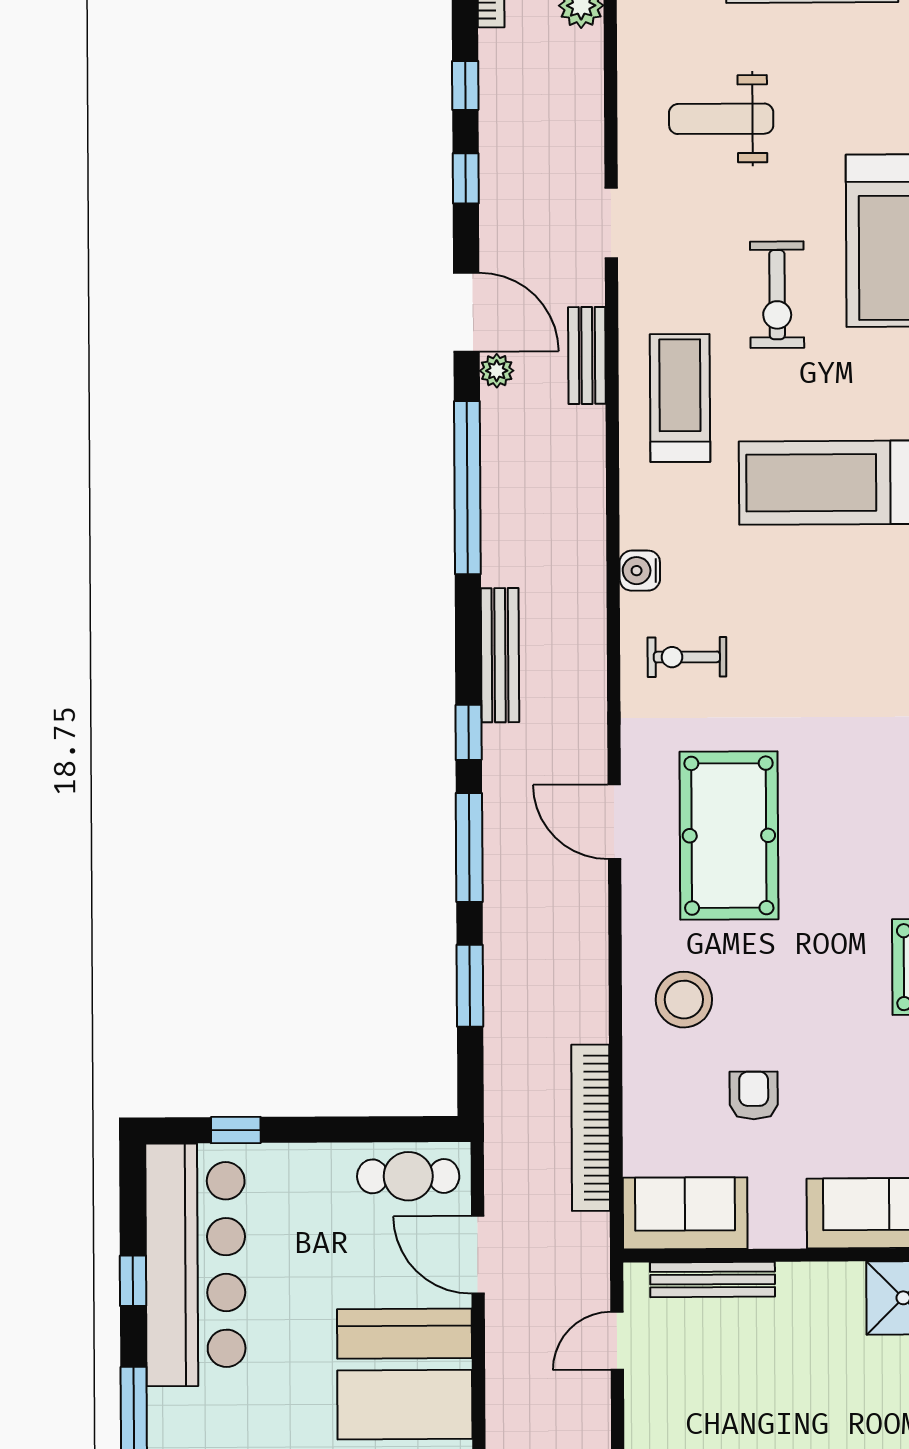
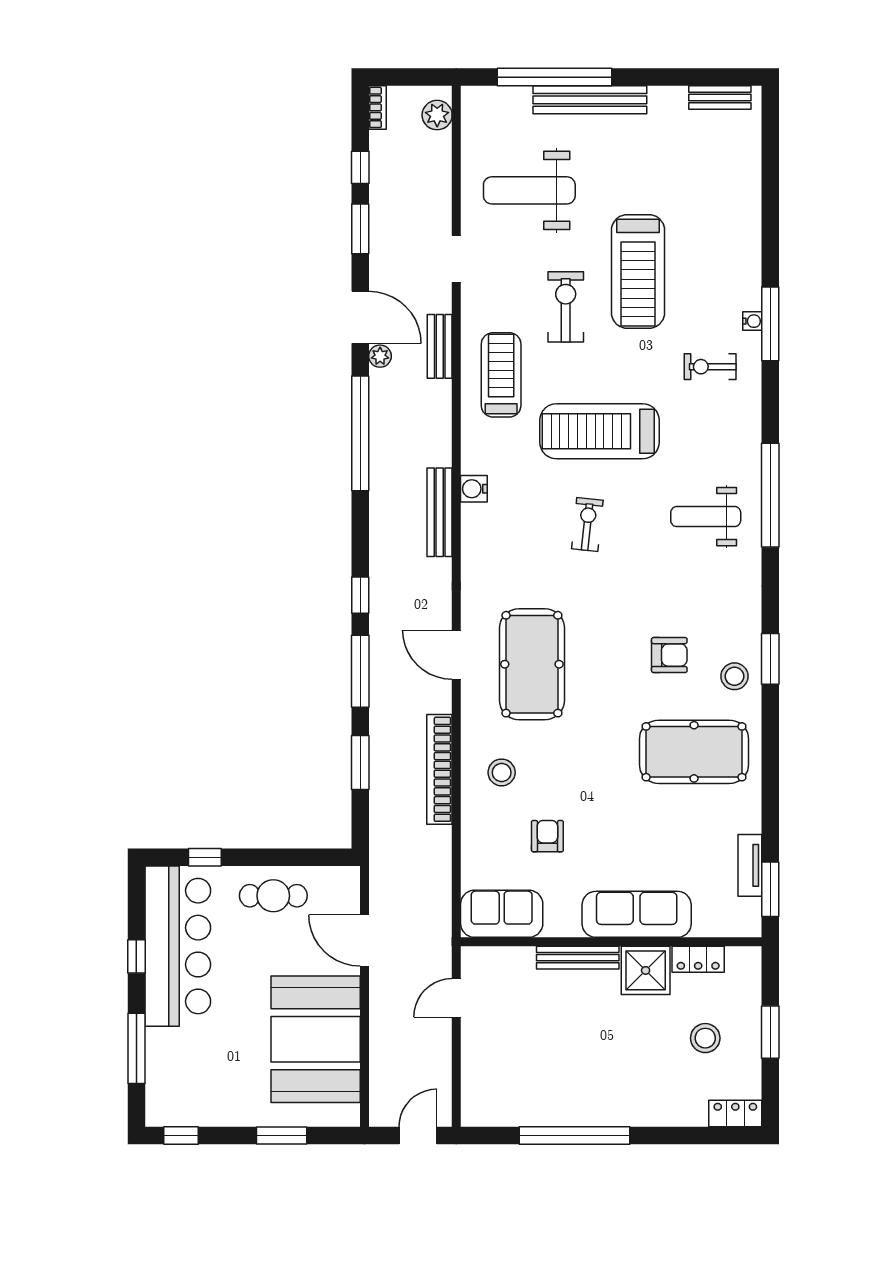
weight bench: (721, 119) -> (529, 190), width x1.36, depth x1.33
window: (466, 178) -> (360, 229), width x1.50
exercise bike: (777, 295) -> (566, 307), turned 180
bench: (500, 655) -> (440, 512), moved
exercise bike: (687, 657) -> (587, 525), moved, turned 96
stool: (684, 1000) -> (502, 772), width x0.73, depth x0.73
bookcase: (591, 1128) -> (439, 769), moved
cafe table: (408, 1176) -> (273, 896), moved
bench: (713, 1279) -> (578, 958), moved

